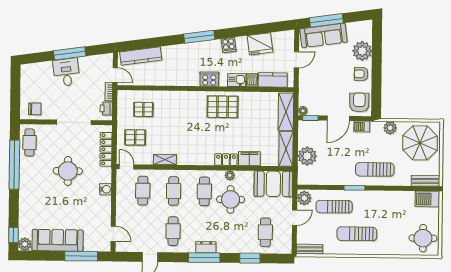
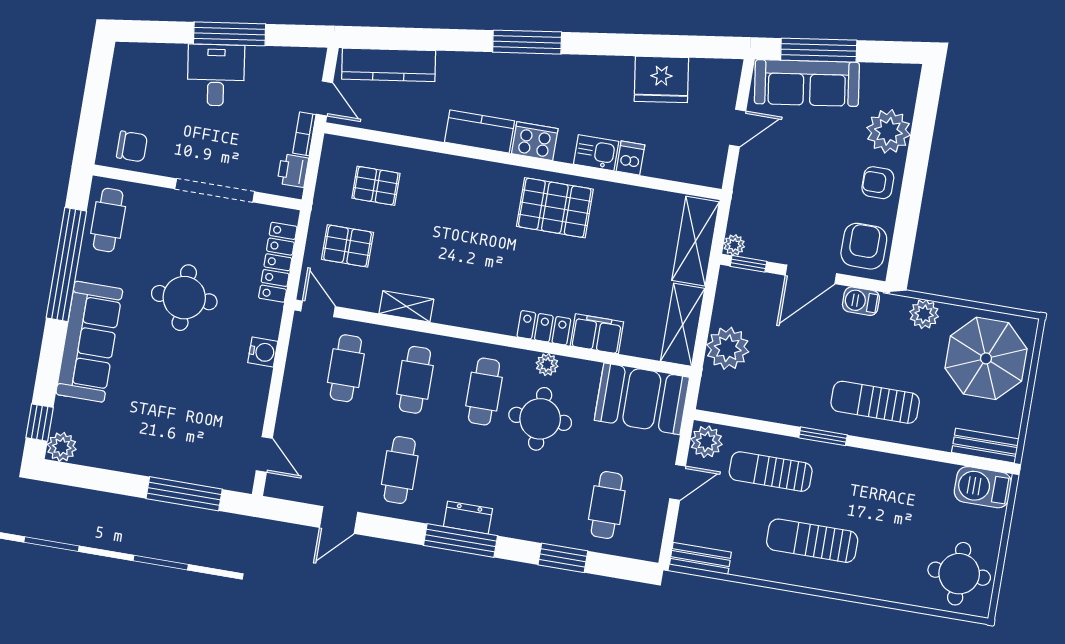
cooker: (229, 45) -> (590, 71), removed
kitchen counter: (273, 80) -> (480, 132), moved
sofa: (58, 240) -> (89, 342), moved, turned 90

